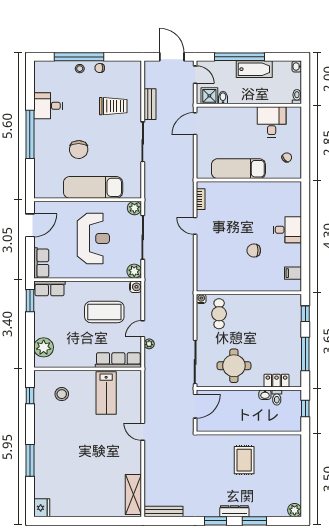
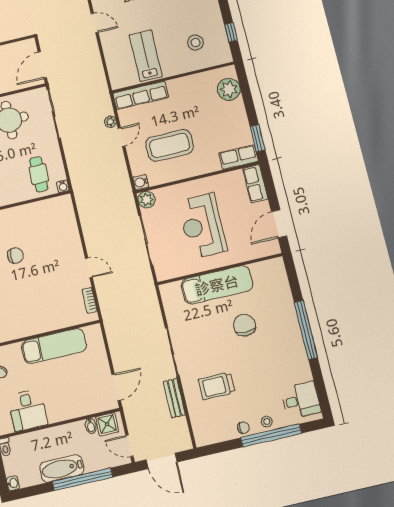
desk: (48, 106) -> (301, 400), moved
plant: (134, 208) -> (163, 272), removed

